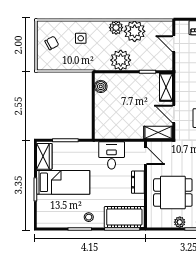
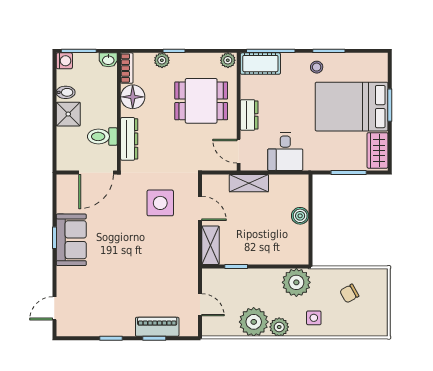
side table: (81, 38) -> (314, 318), moved
chair: (52, 43) -> (349, 293), moved
plant: (121, 60) -> (296, 282), moved
boiler: (101, 86) -> (300, 216), moved
shelving: (158, 132) -> (249, 183), moved
bed: (63, 182) -> (352, 107), width x1.50
cot: (124, 217) -> (260, 64), width x0.73, depth x0.75
plant: (180, 222) -> (228, 60), moved

